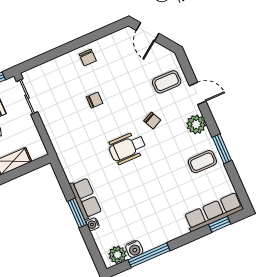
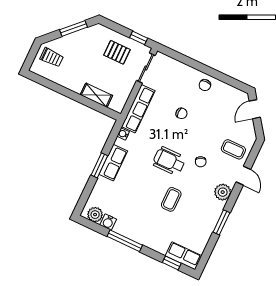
row of seats: (57, 135) -> (138, 109), added
coffee table: (202, 162) -> (171, 199), moved, turned 90
row of seats: (214, 212) -> (183, 256), width x0.68
water cooler: (93, 224) -> (123, 134), moved
window: (149, 255) -> (125, 241), moved

